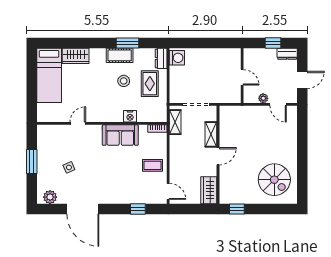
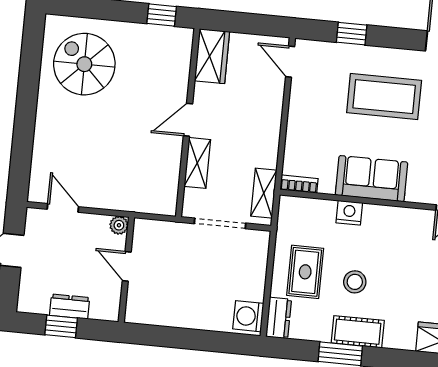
dresser: (287, 54) -> (70, 306), moved
plant: (263, 98) -> (119, 225), moved
coffee table: (153, 165) -> (384, 97), moved, width x1.86, depth x1.72

